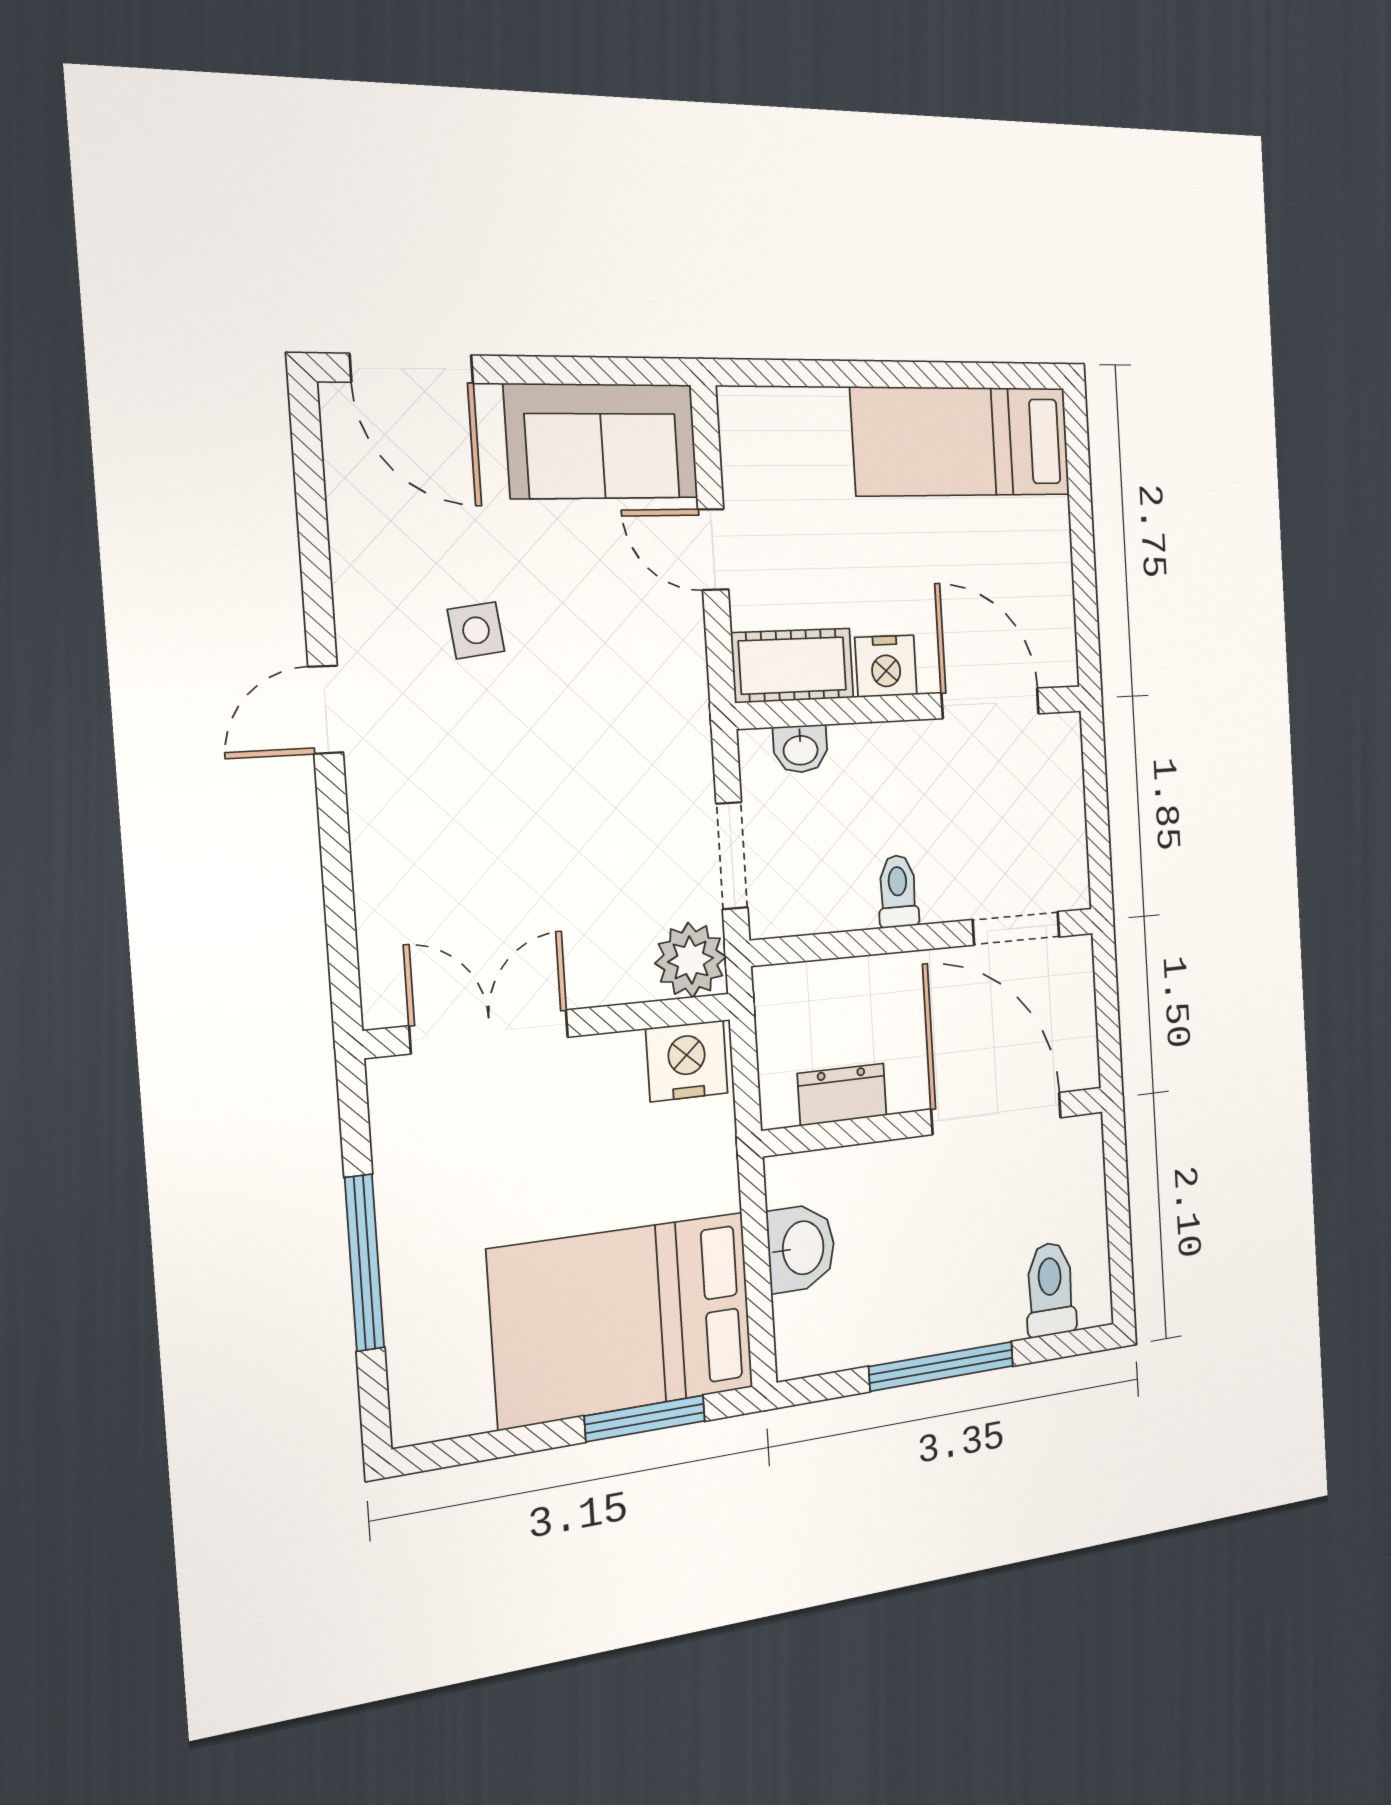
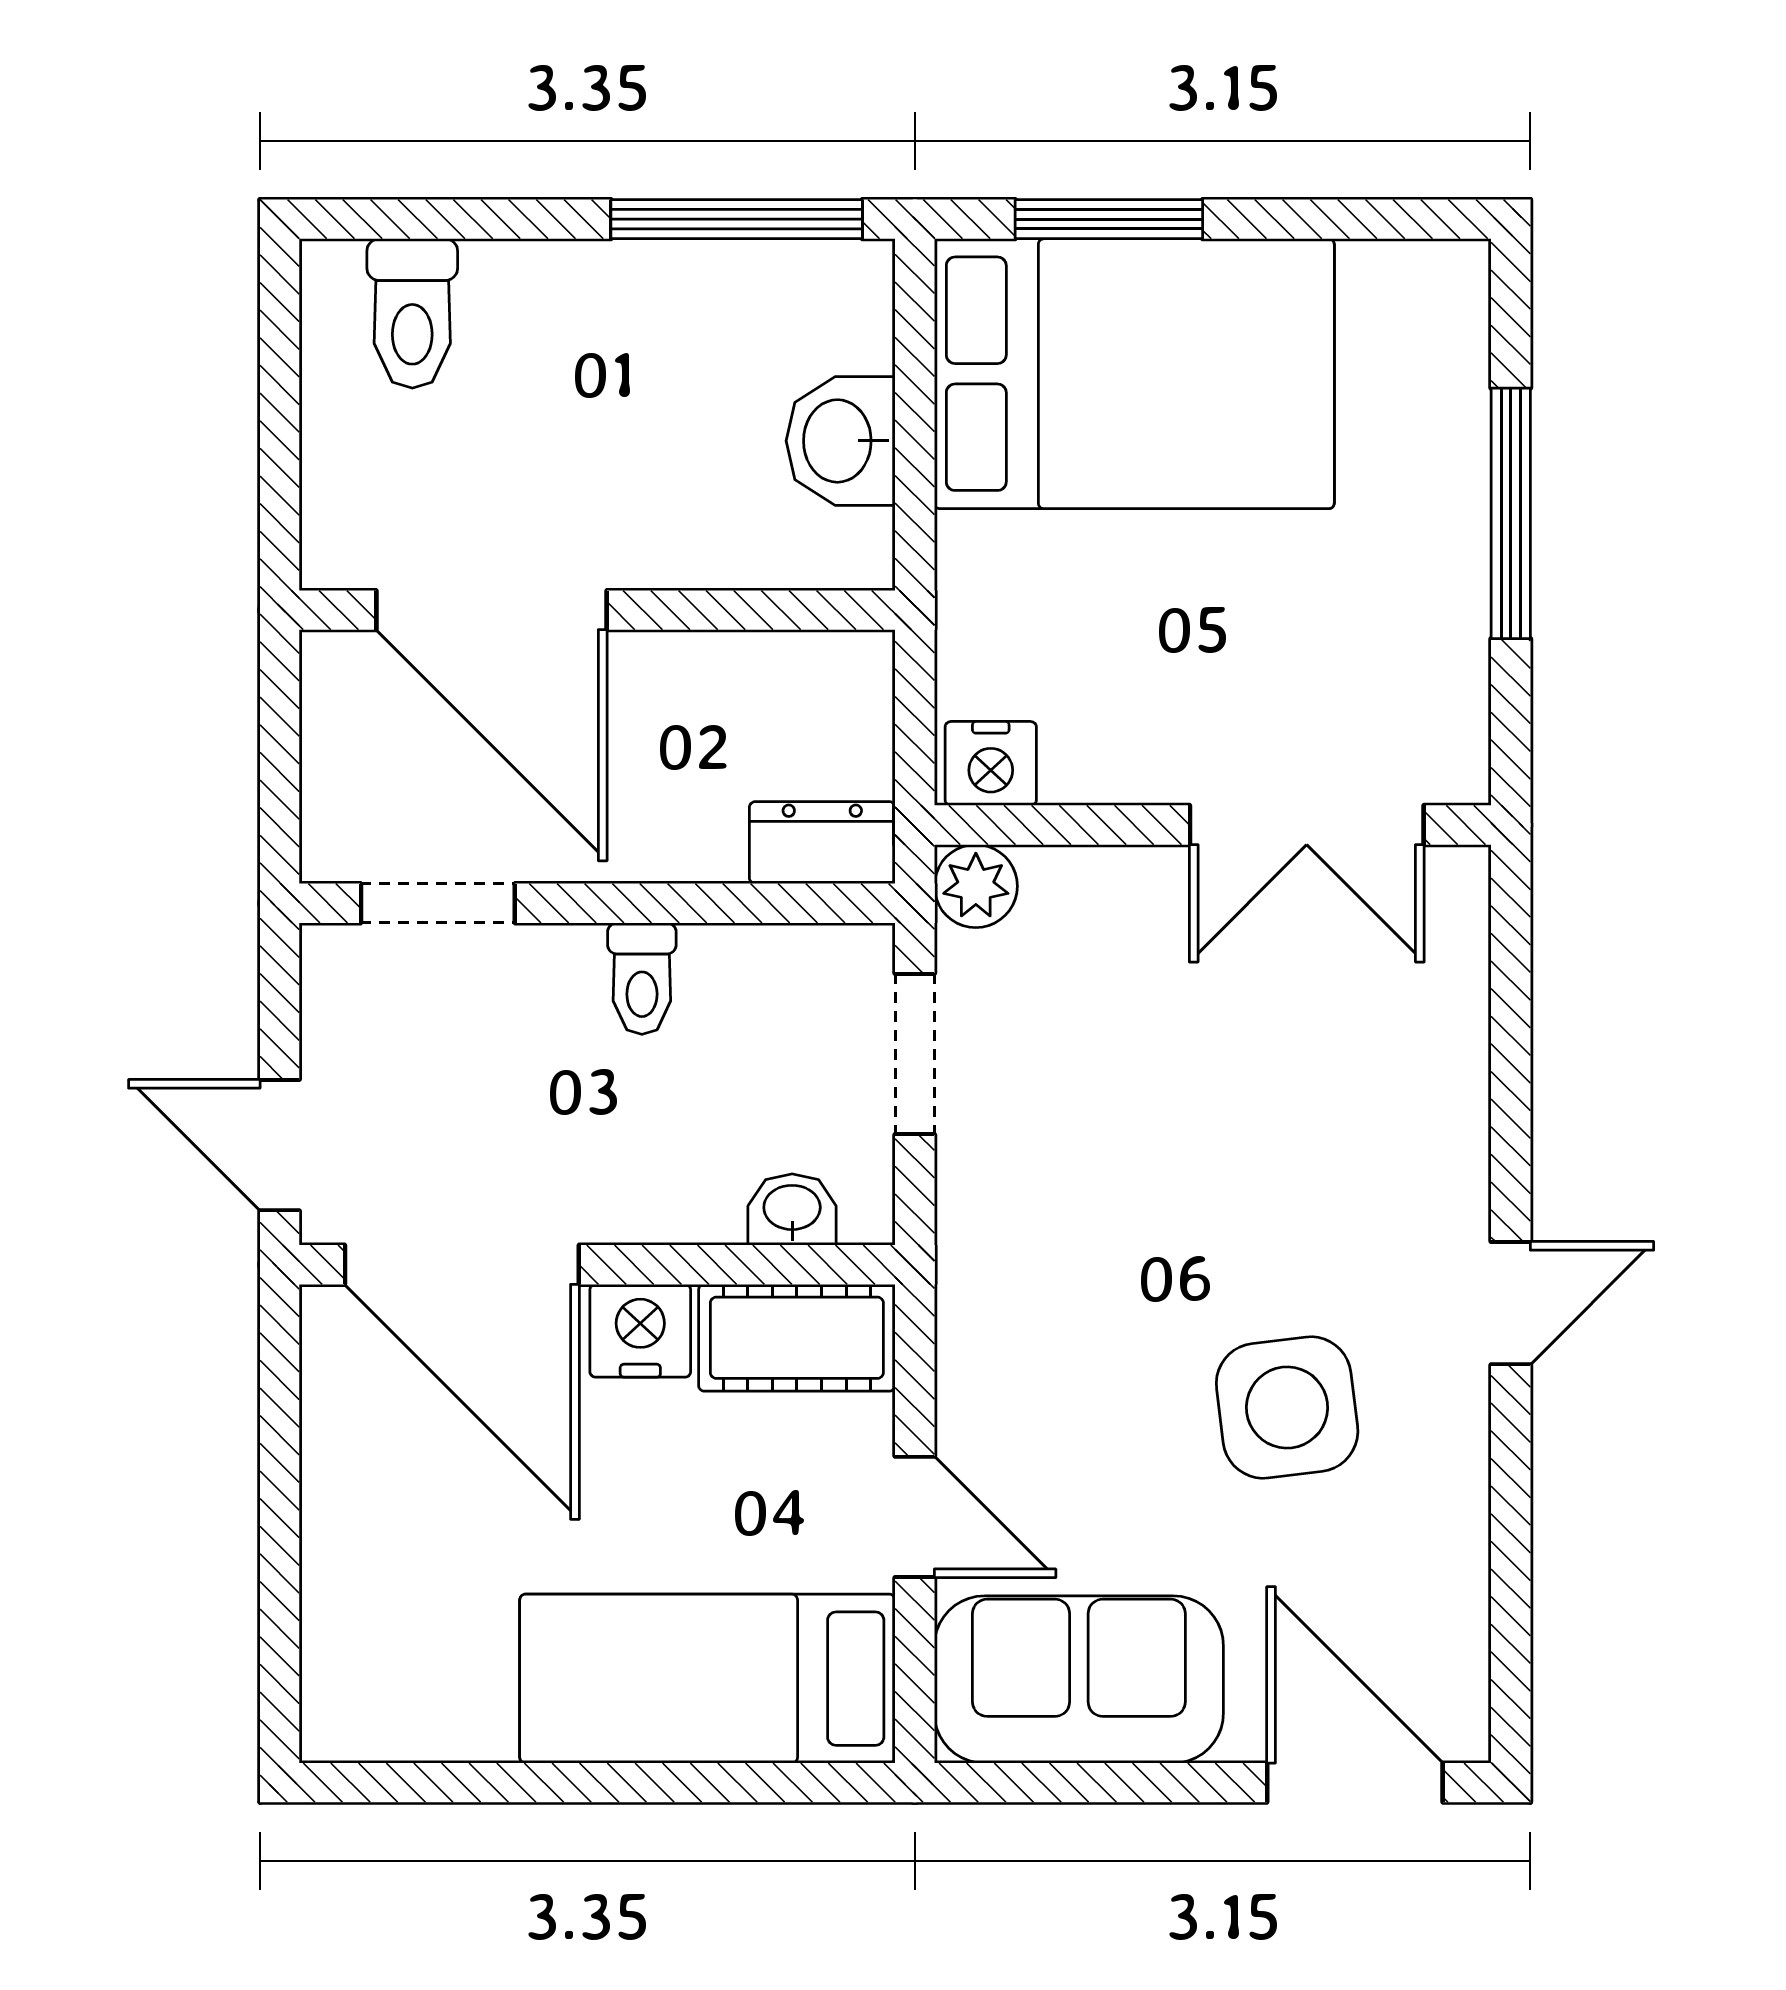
bed: (962, 441) -> (707, 1679), moved, turned 180
side table: (476, 630) -> (1287, 1408), width x1.87, depth x1.87
door: (990, 703) -> (462, 1265), width x1.36
door: (1095, 772) -> (280, 1145), added
plant: (691, 960) -> (976, 886), width x0.73, depth x0.73
nightstand: (687, 1061) -> (991, 763), width x0.74, depth x0.75
dresser: (842, 1094) -> (822, 843), moved, turned 180
window: (942, 1366) -> (737, 219), moved

